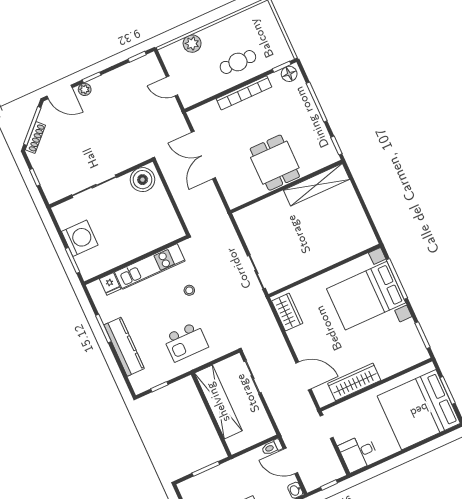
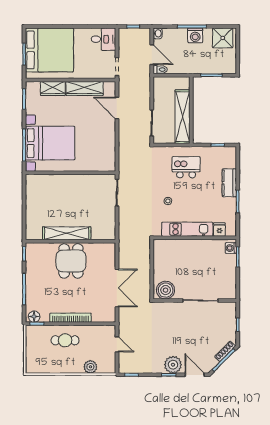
plant: (85, 89) -> (173, 365), width x1.87, depth x1.87
shelving: (317, 185) -> (67, 233), moved
washing machine: (80, 238) -> (231, 248), moved, width x0.53, depth x0.53
wardrobe: (287, 312) -> (53, 88), moved, turned -90
kitchen counter: (124, 347) -> (229, 183), width x0.67

